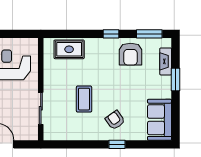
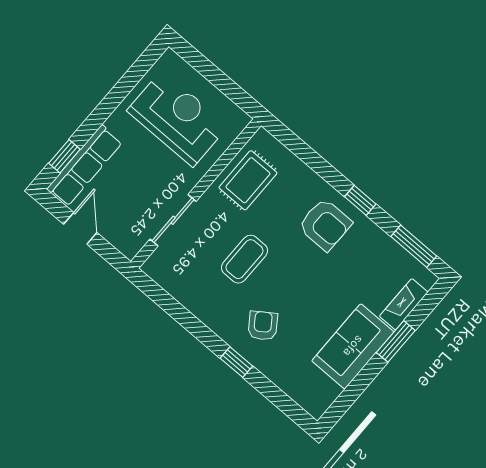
rug: (69, 49) -> (248, 180), moved, turned 90
armchair: (131, 54) -> (325, 225), moved, turned -90
sofa: (160, 120) -> (353, 346), moved

